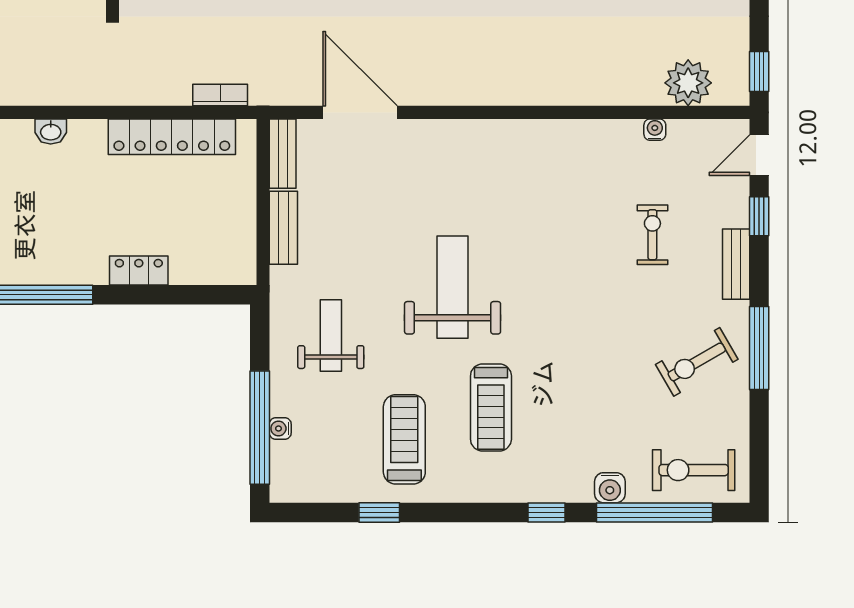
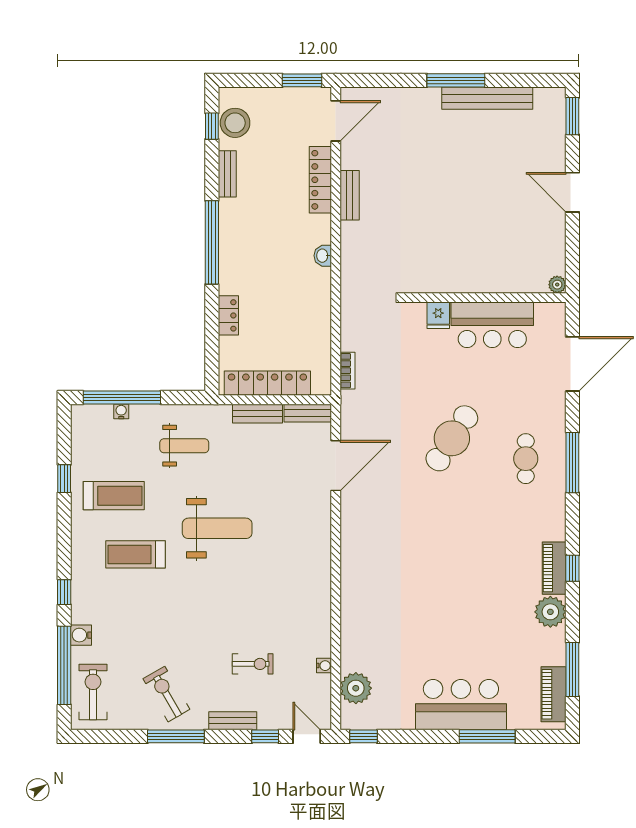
locker: (172, 137) -> (267, 383), moved, turned 90

